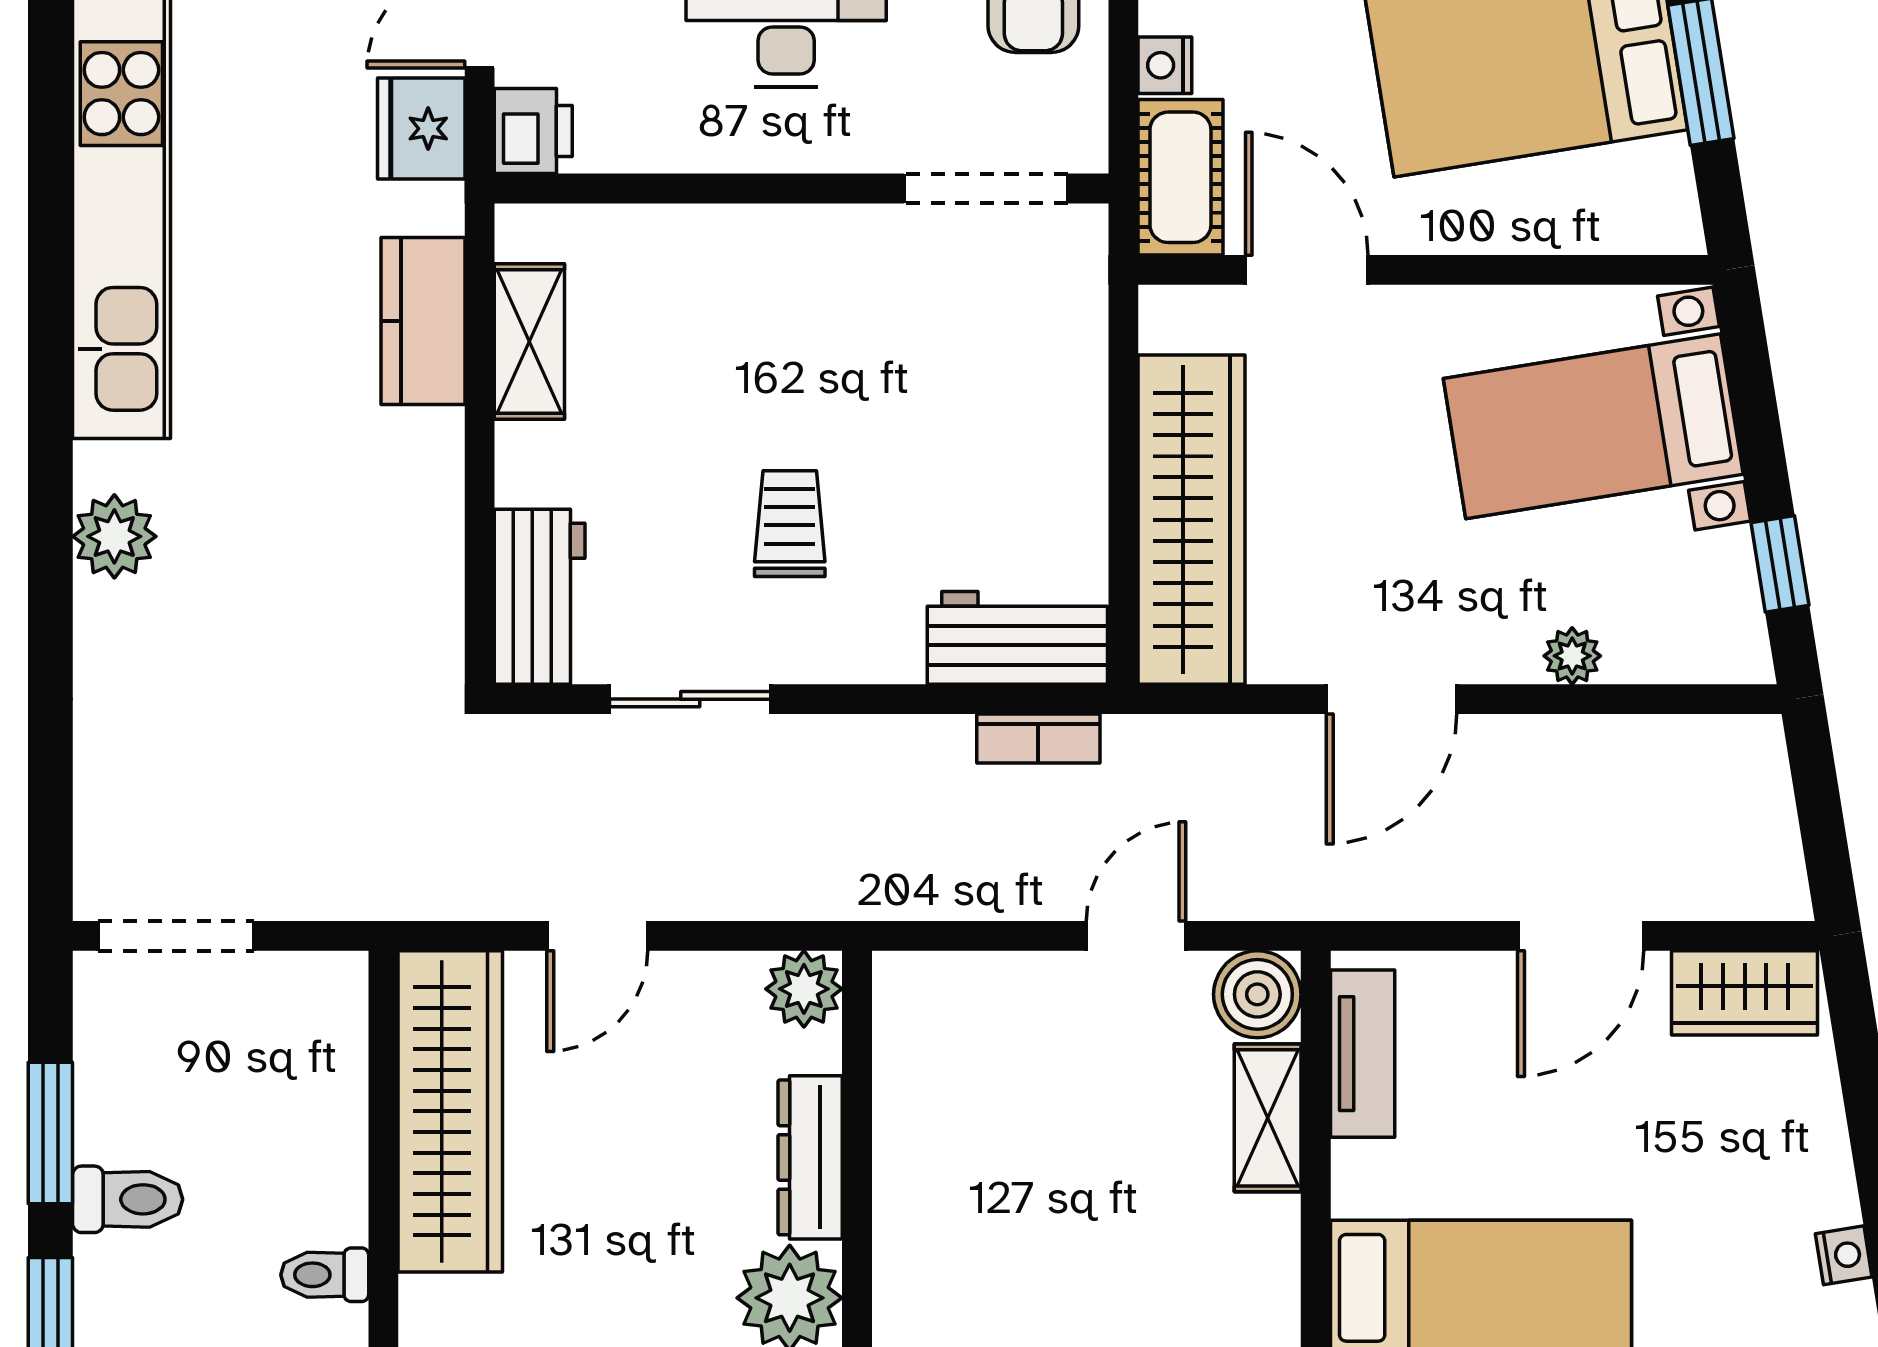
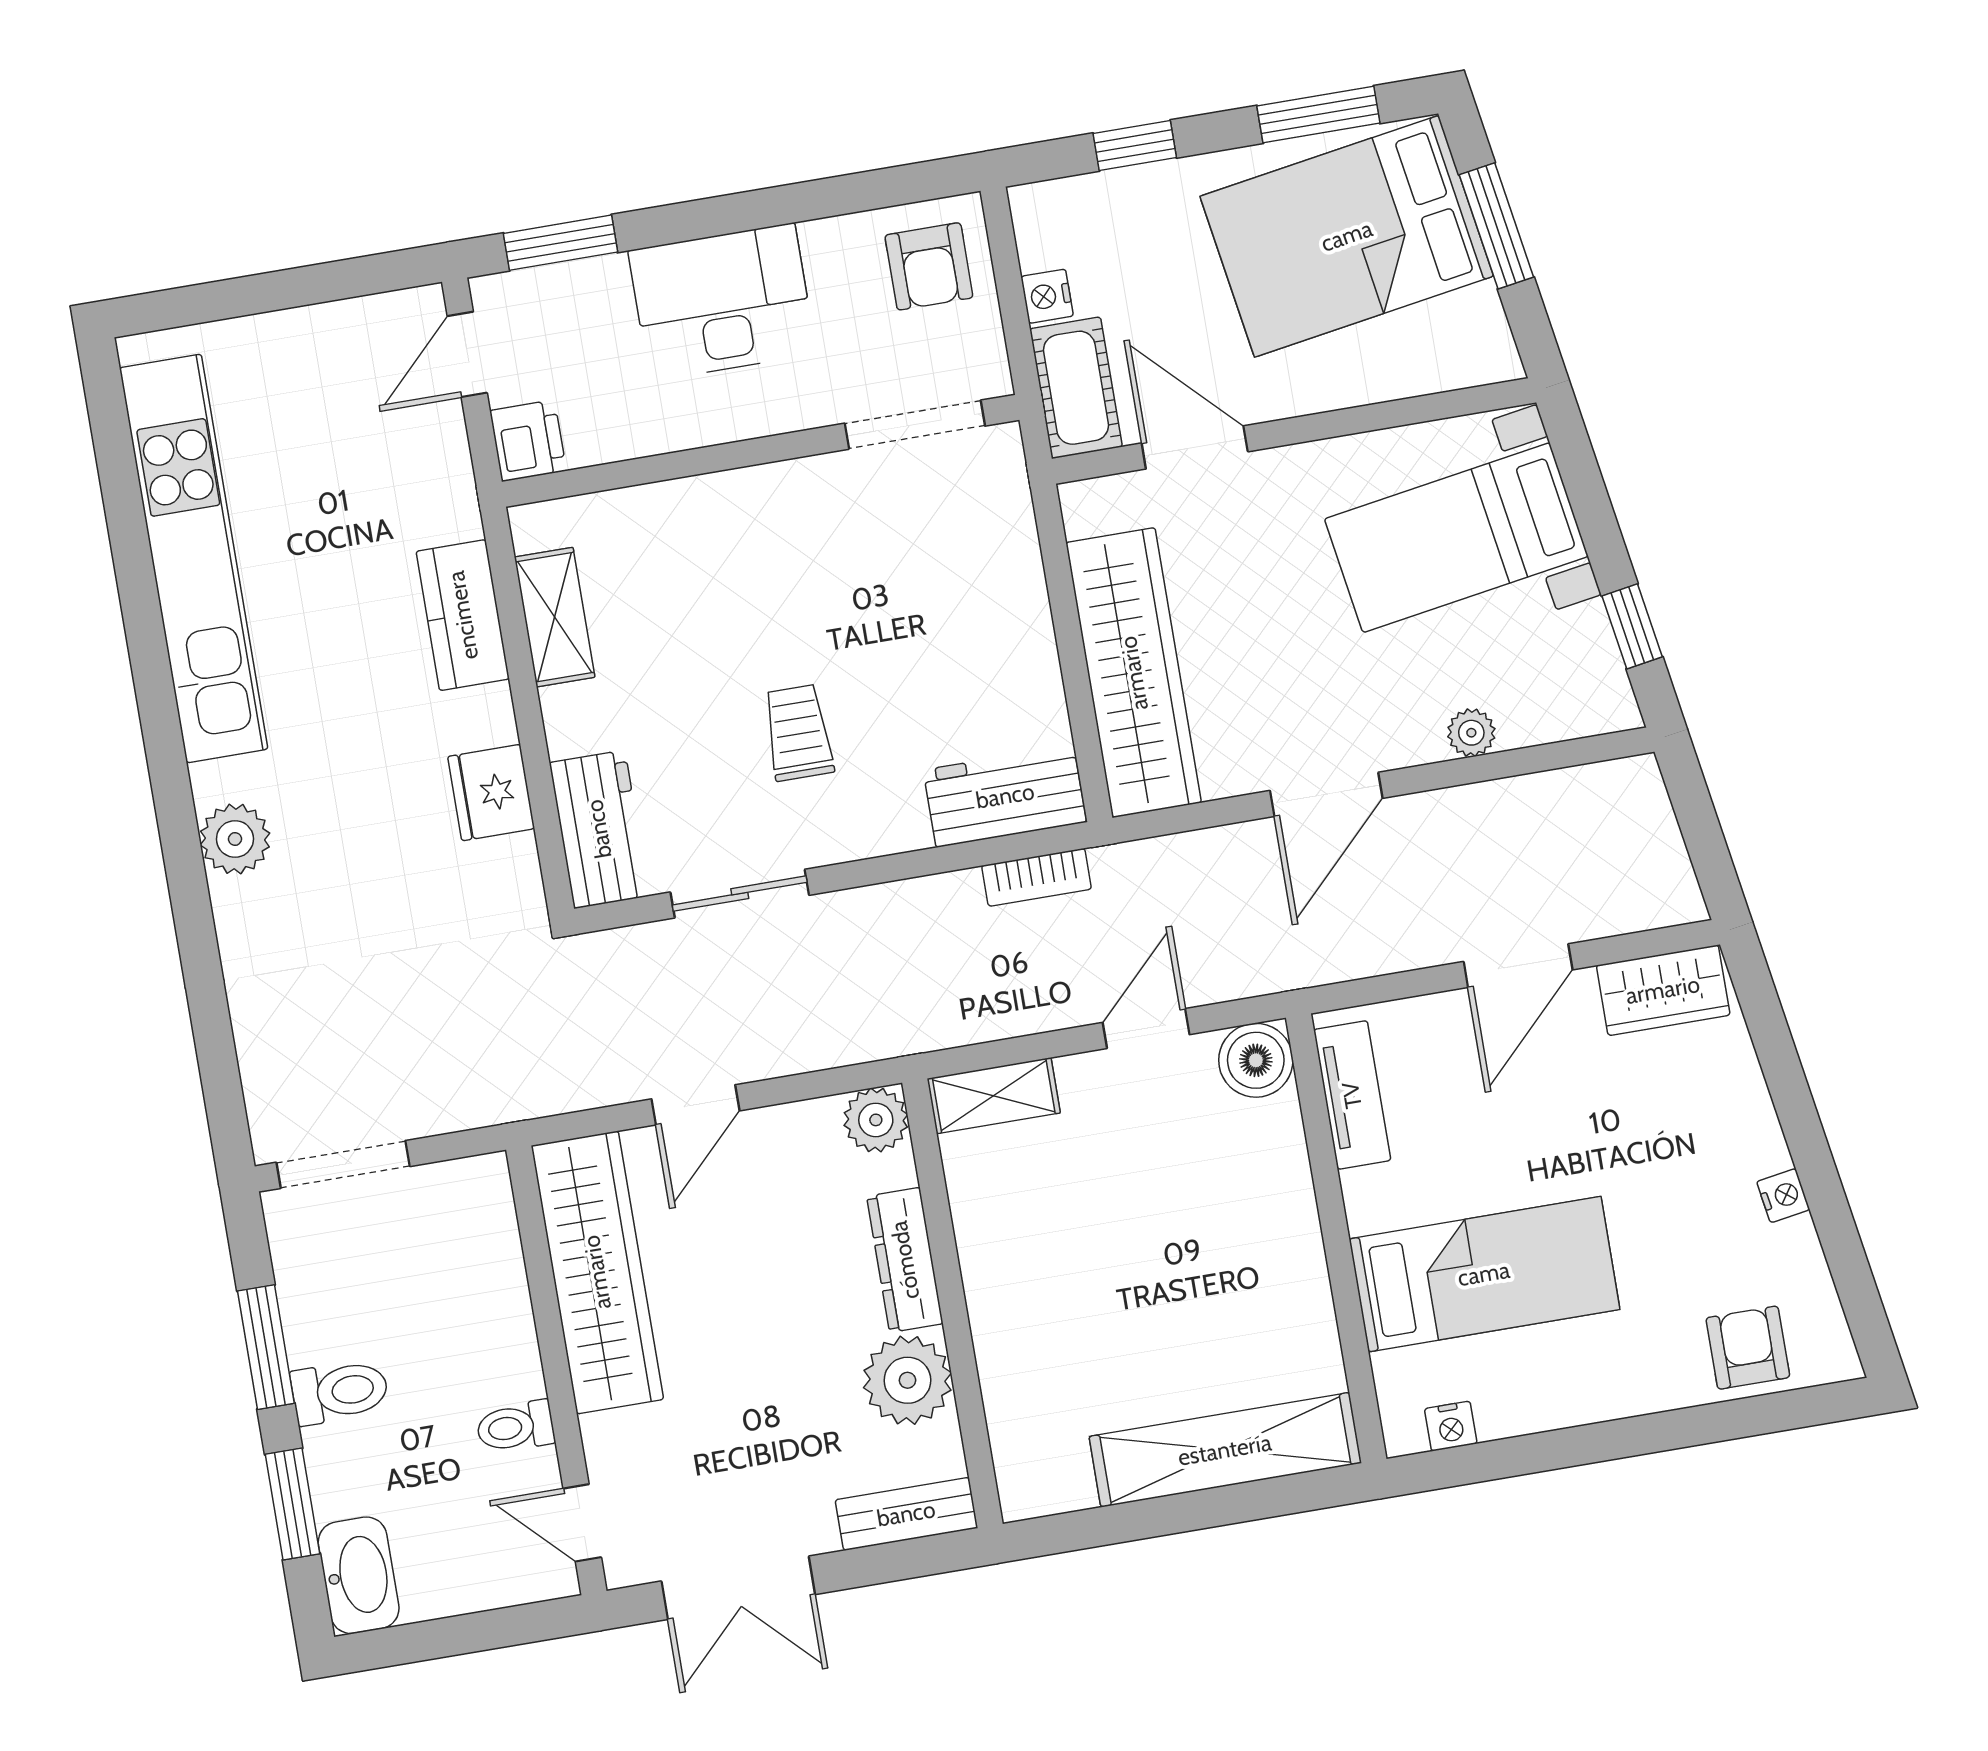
fridge: (421, 129) -> (491, 793), moved
shelving: (1268, 1118) -> (994, 1096), moved, turned 90

